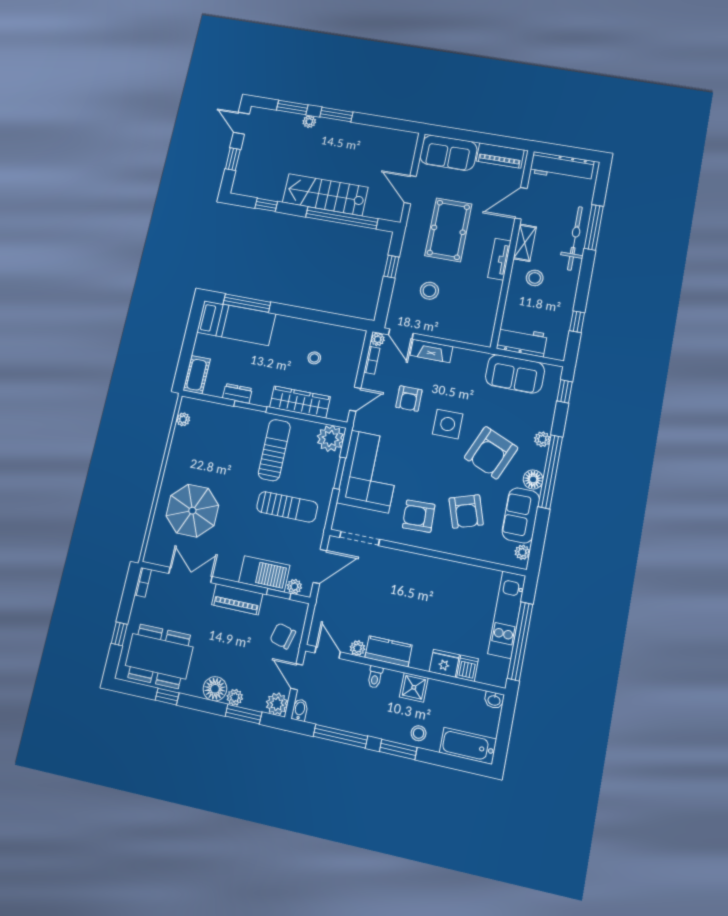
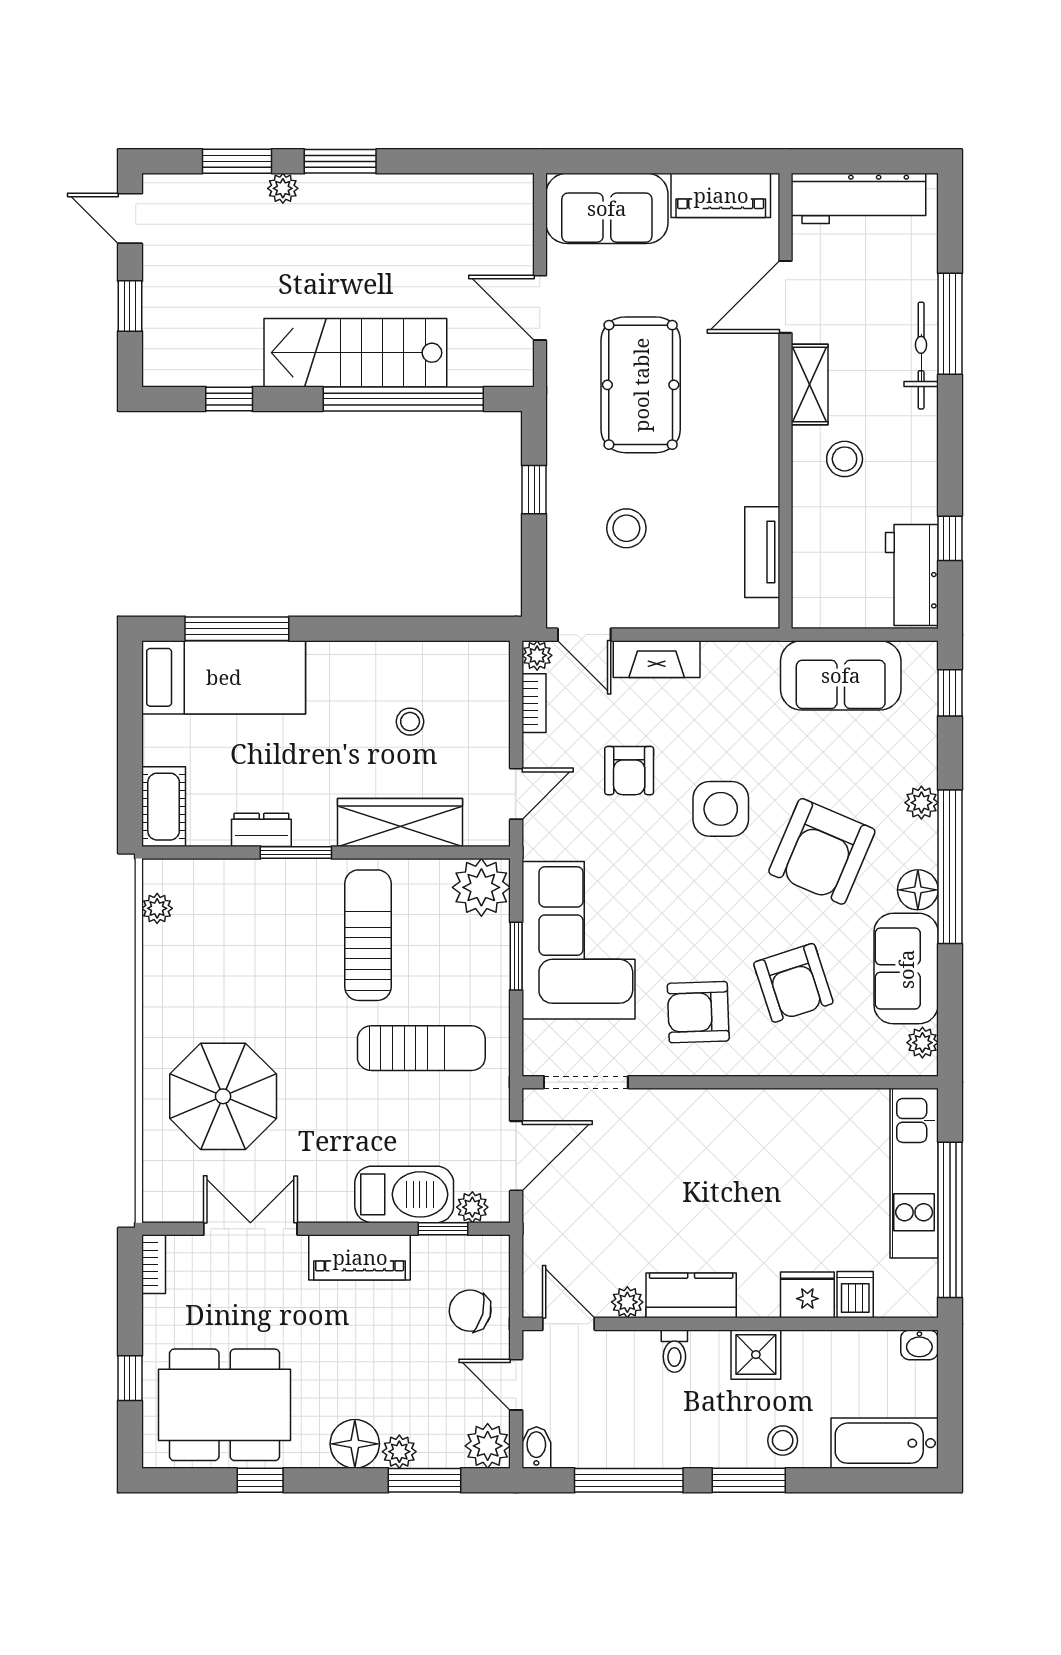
bicycle: (575, 238) -> (921, 356), width x0.73, depth x0.71
tv unit: (499, 259) -> (762, 552), moved
workbench: (522, 341) -> (912, 575), moved, turned -90

